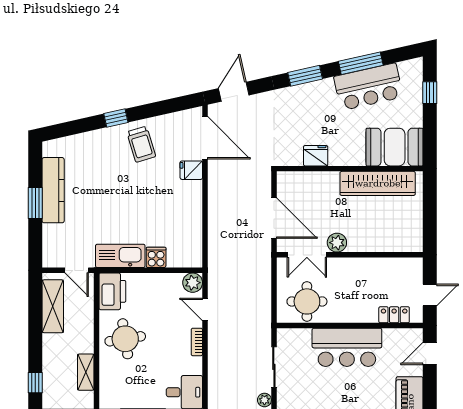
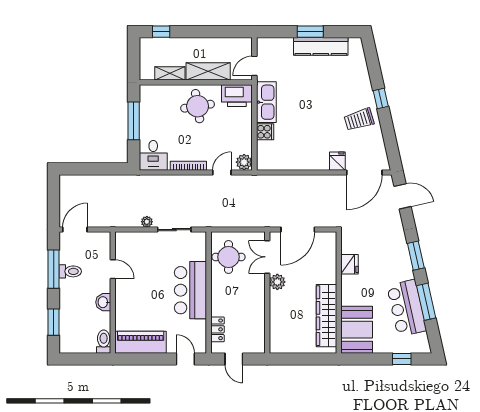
shelving: (53, 306) -> (208, 71), moved
bookcase: (197, 342) -> (188, 166), width x1.56

